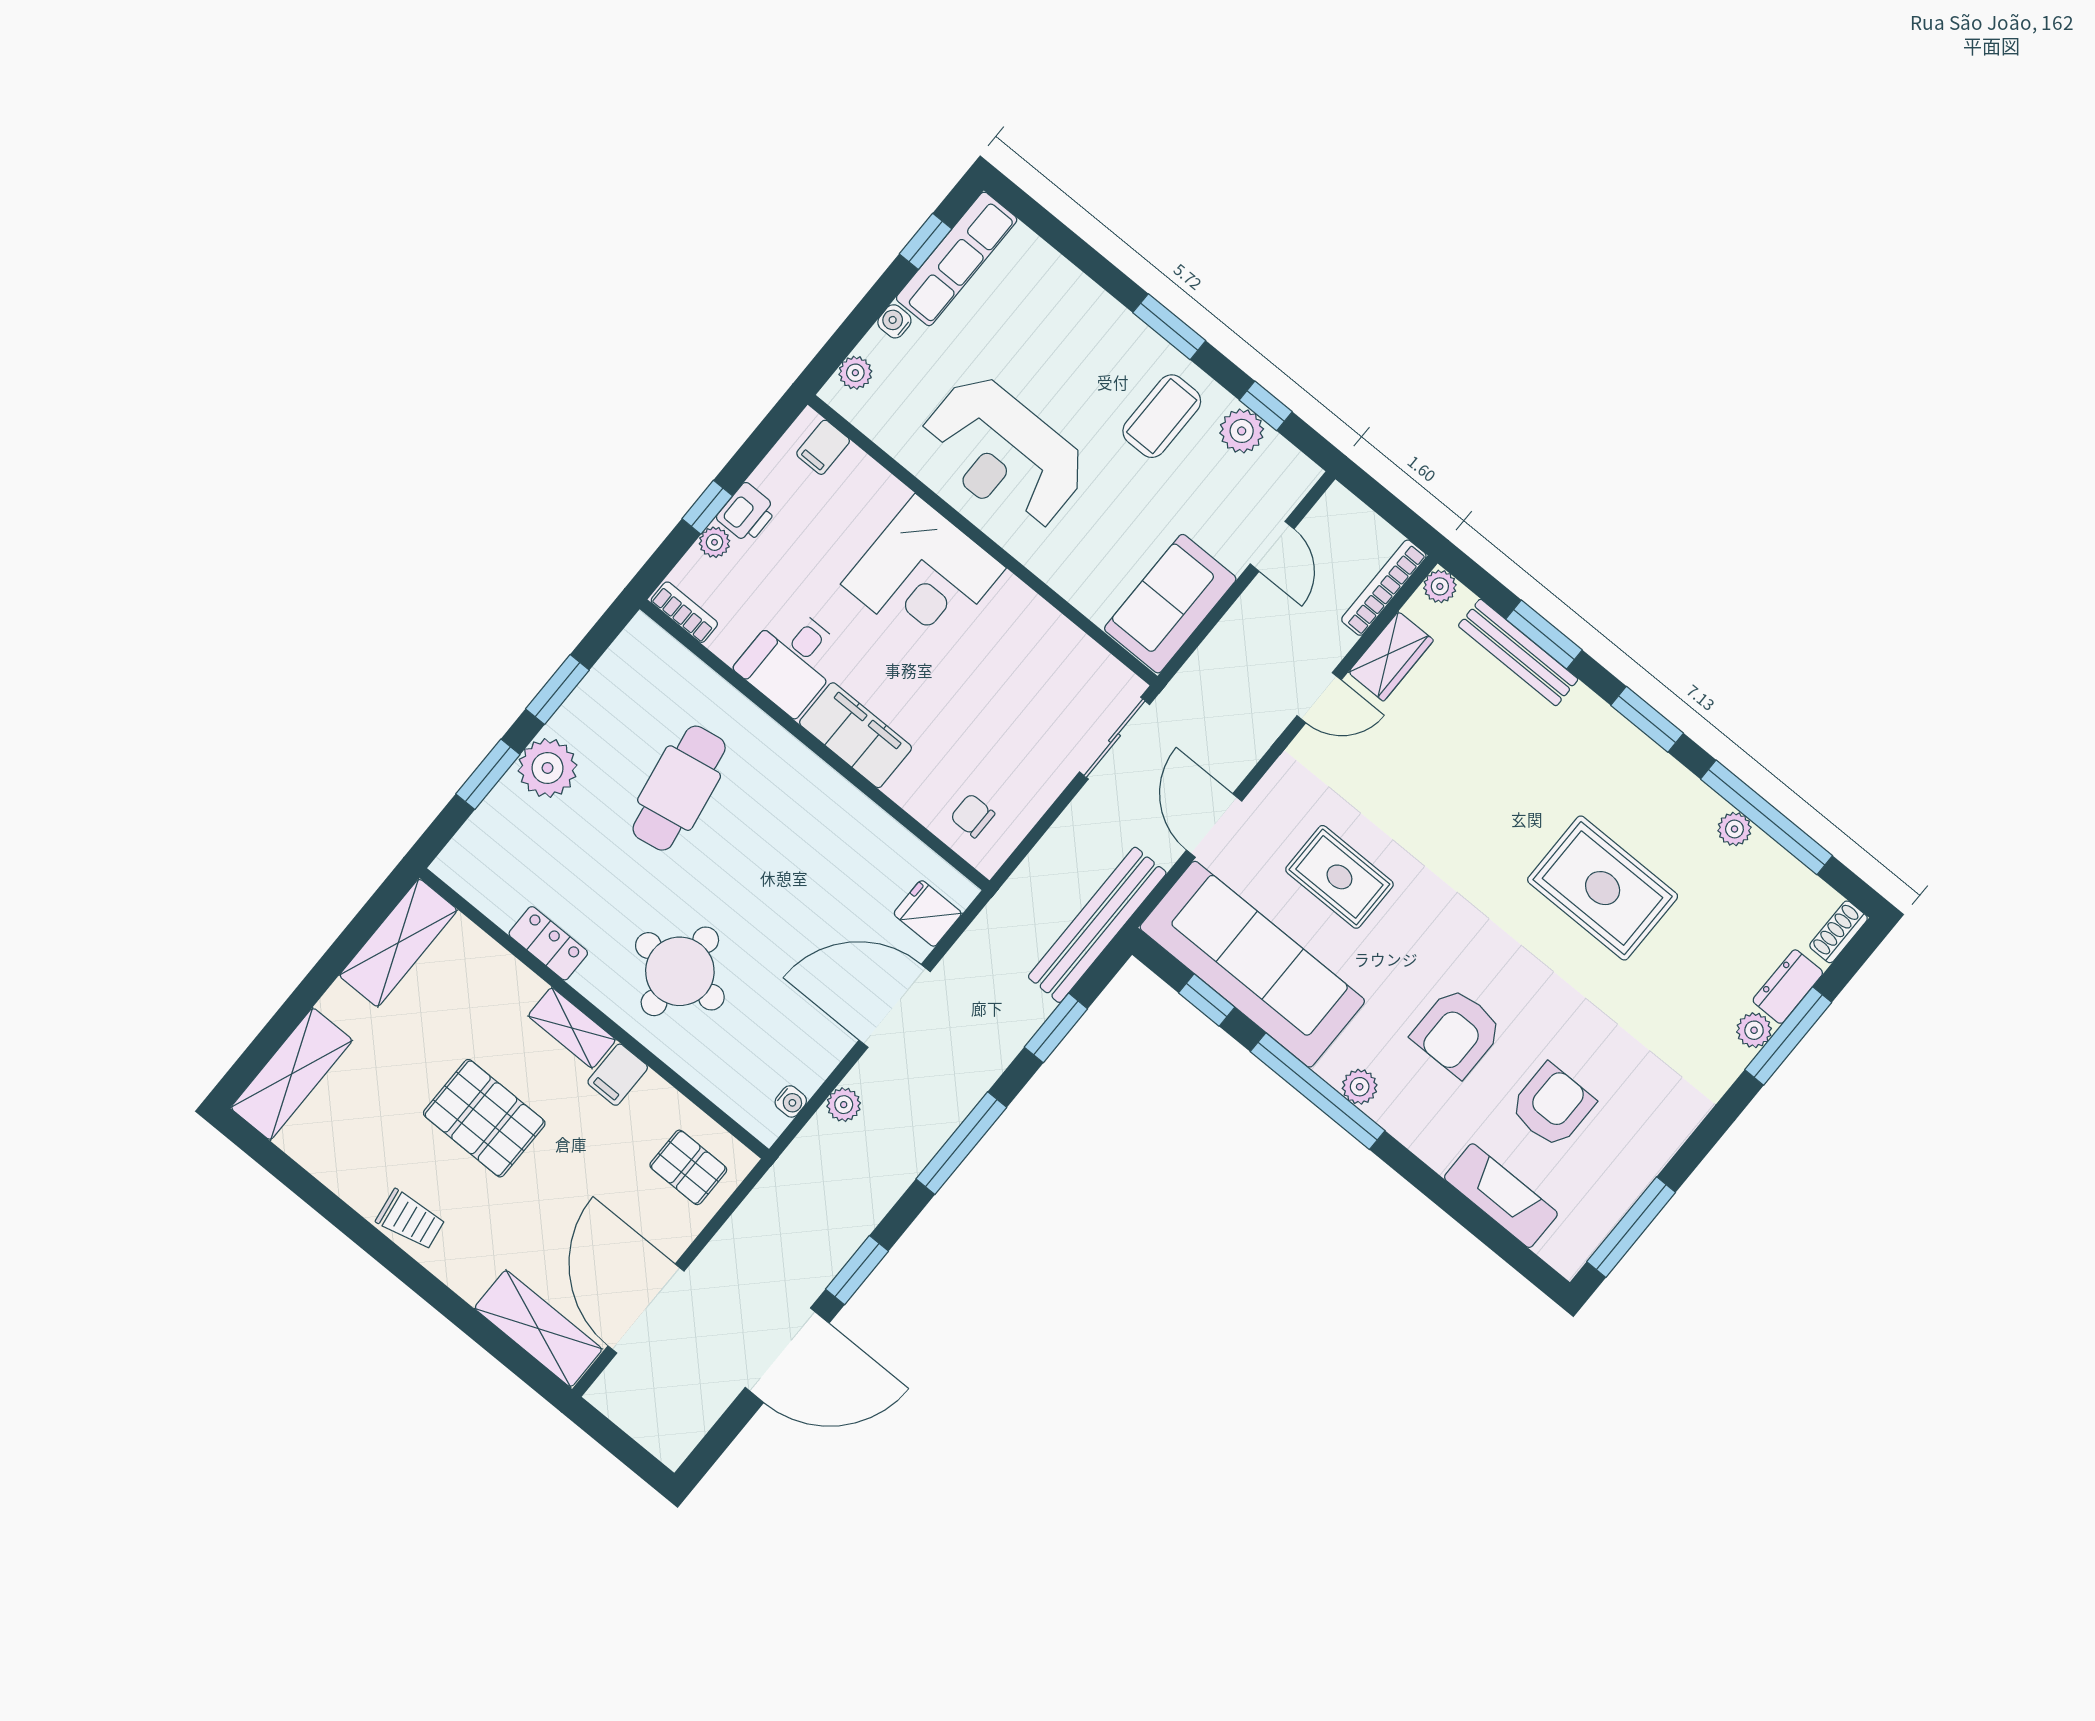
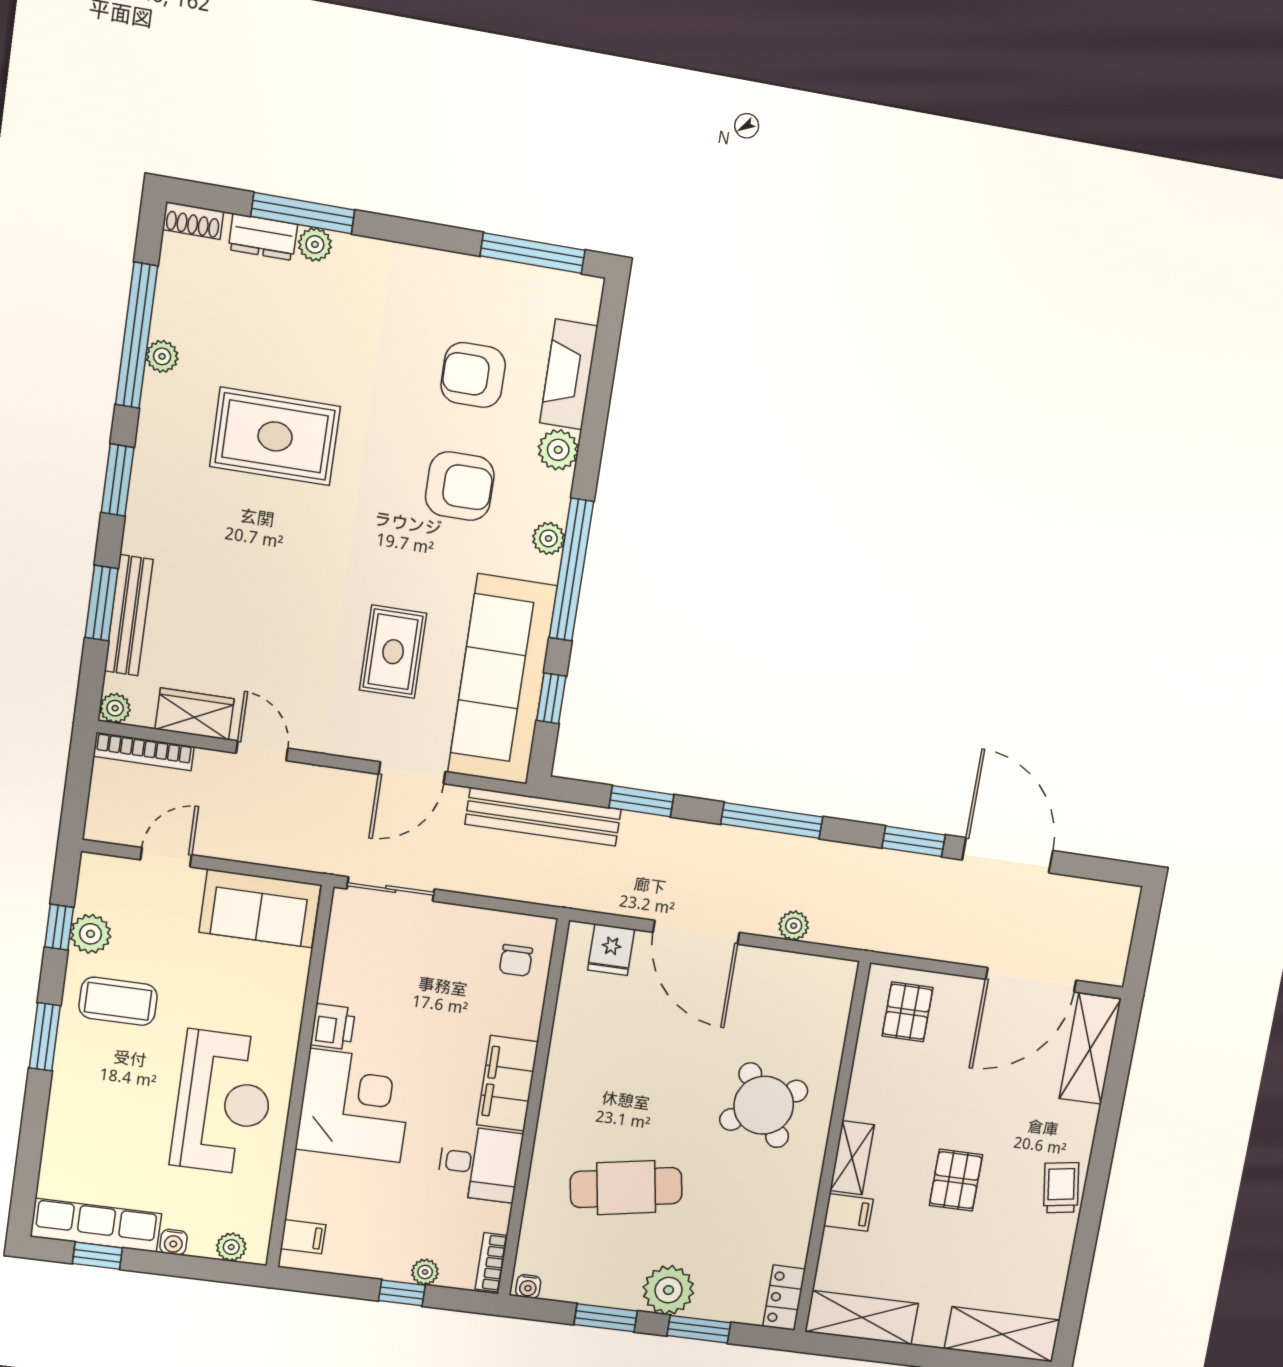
printer: (747, 513) -> (333, 1027), moved, turned 90
rug: (1603, 888) -> (275, 436), turned 90
locker: (548, 943) -> (784, 1298), moved
round table: (680, 971) -> (764, 1105), turned -32
filing cabinet: (618, 1075) -> (848, 1212), moved
water cooler: (791, 1101) -> (528, 1286), moved, turned 180
pallet: (484, 1118) -> (956, 1180), width x0.67, depth x0.71
plant: (1437, 1145) -> (558, 450), added

